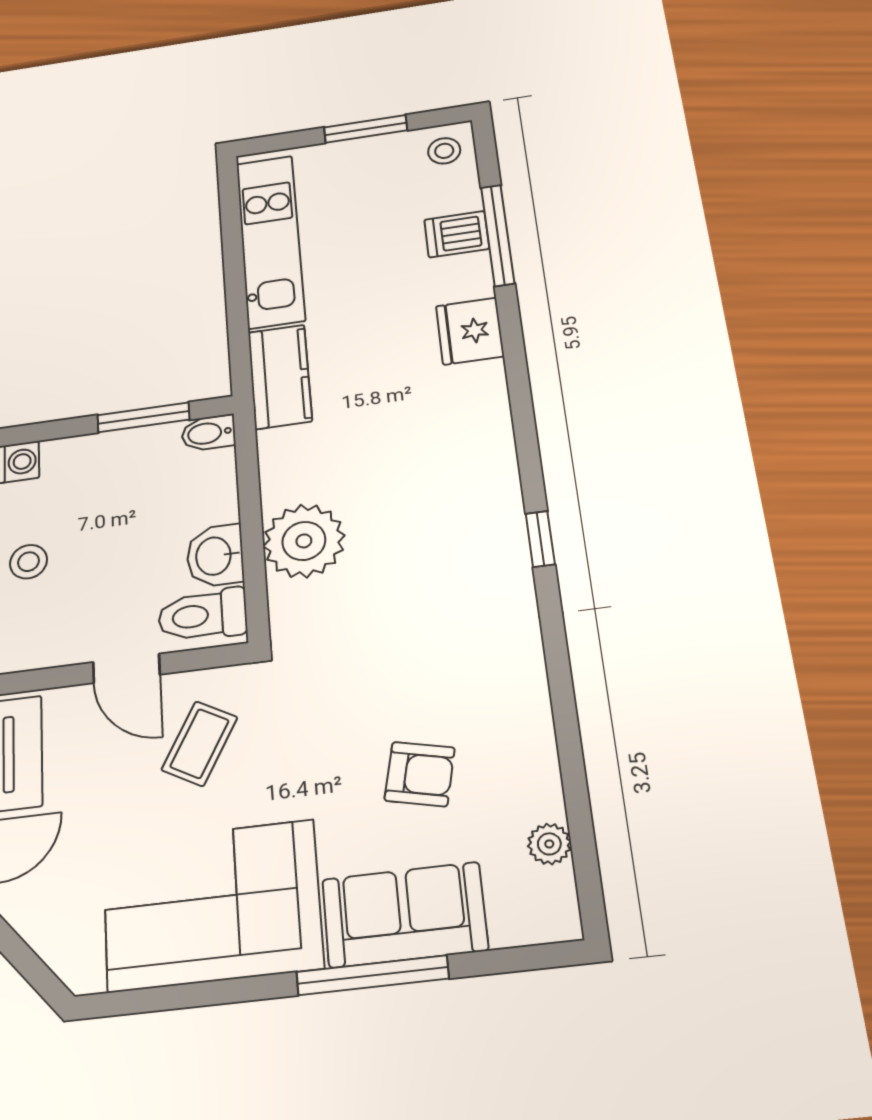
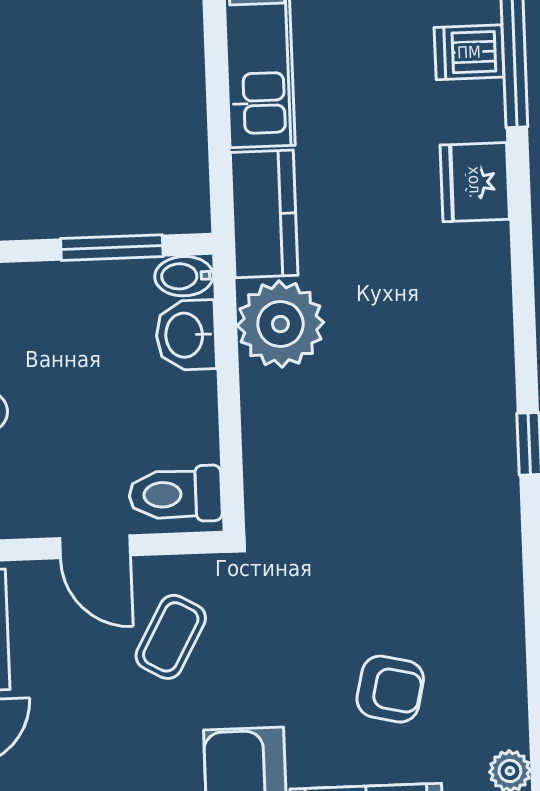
plant: (304, 541) -> (280, 324), moved
washbasin: (215, 556) -> (186, 335), moved

